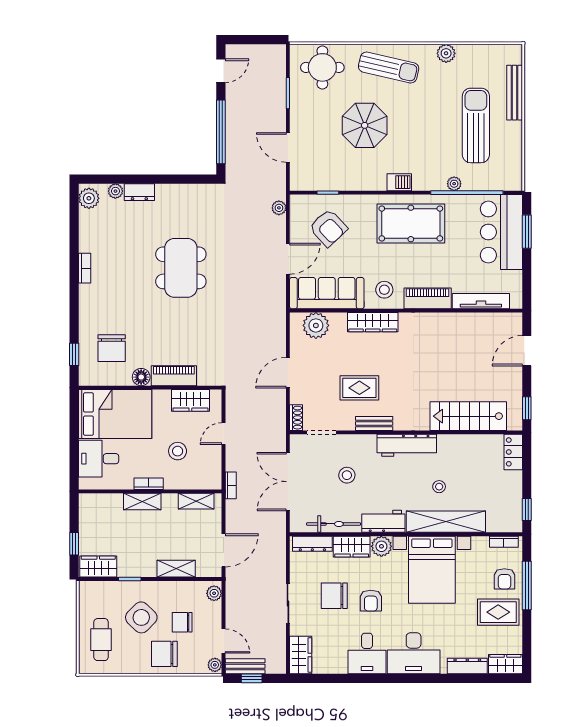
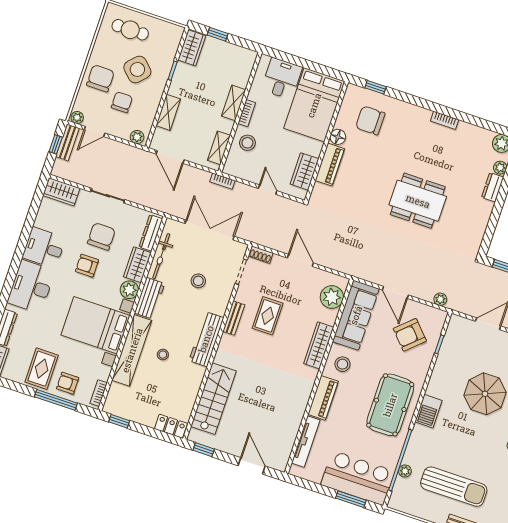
barbecue: (399, 182) -> (429, 411), width x1.38, depth x1.27
plant: (454, 184) -> (405, 471), moved
stool: (178, 451) -> (247, 143), moved

